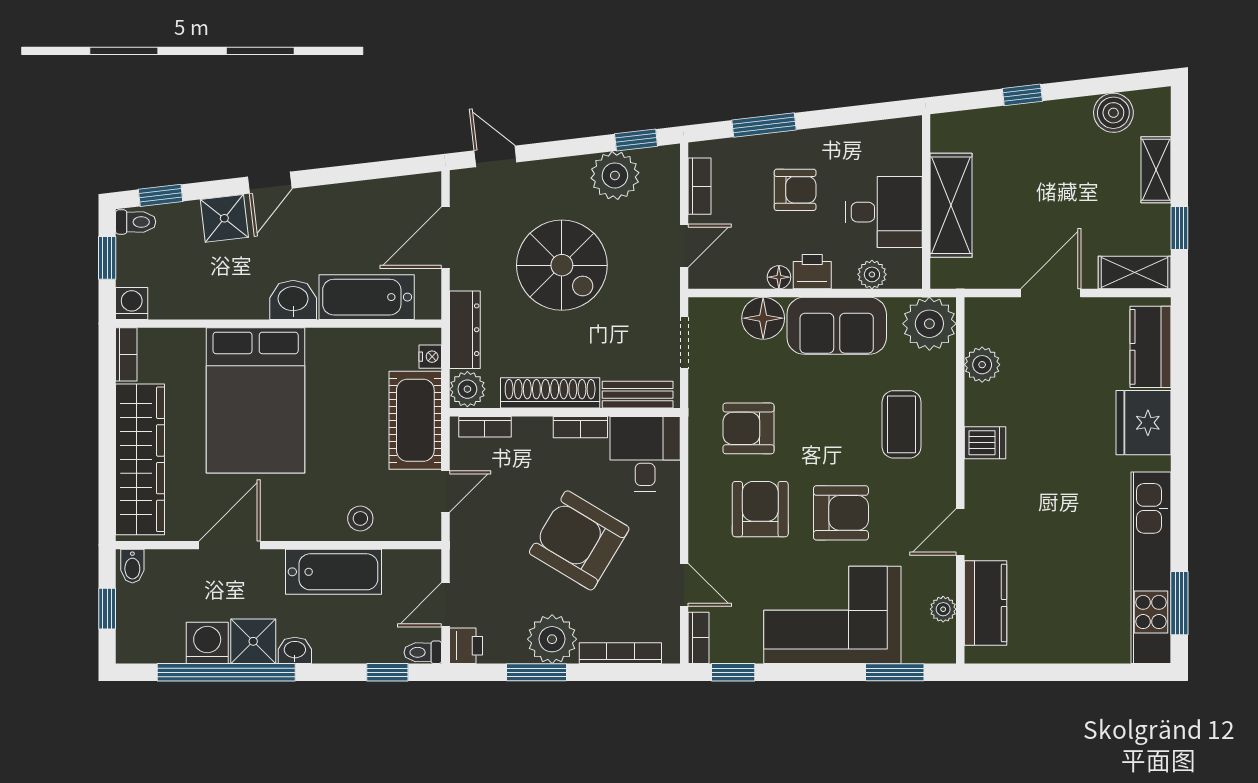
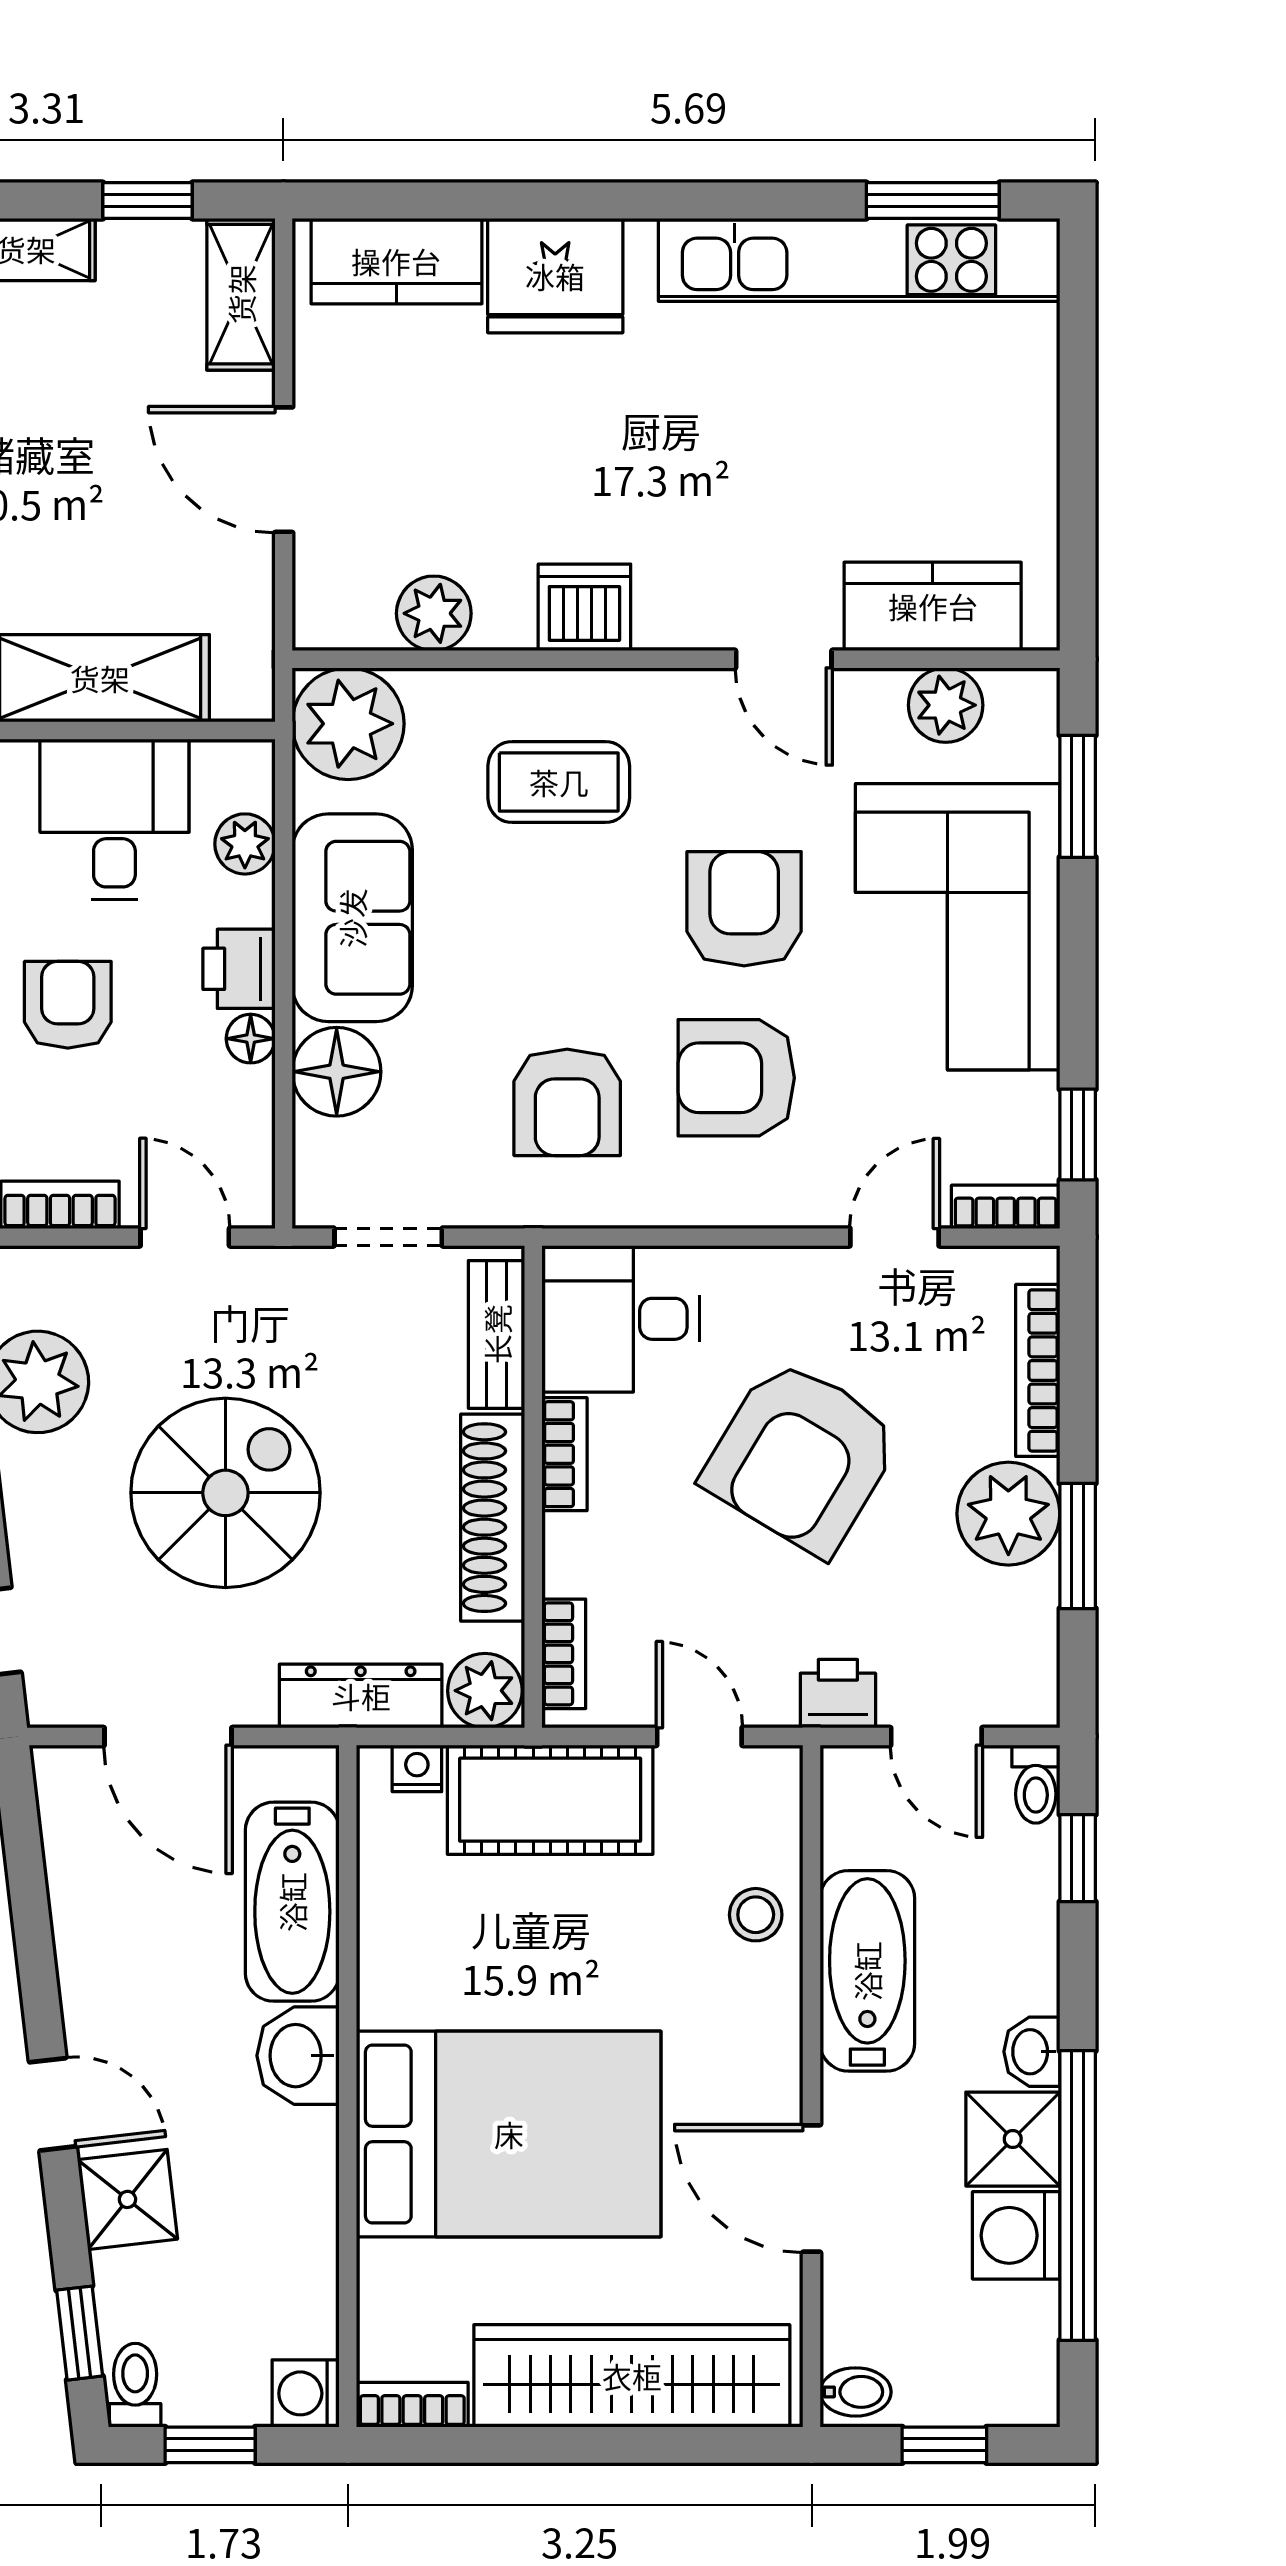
dishwasher: (985, 443) -> (584, 607), width x1.38
plant: (943, 609) -> (946, 705), width x1.38, depth x1.38
printer: (466, 646) -> (838, 1694), moved

